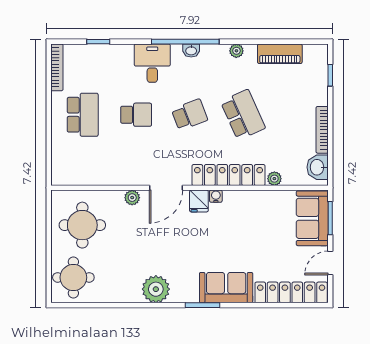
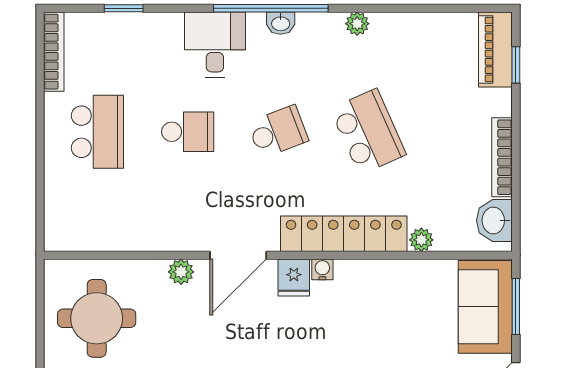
piano: (280, 54) -> (495, 49), moved, turned 90

